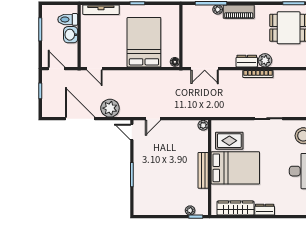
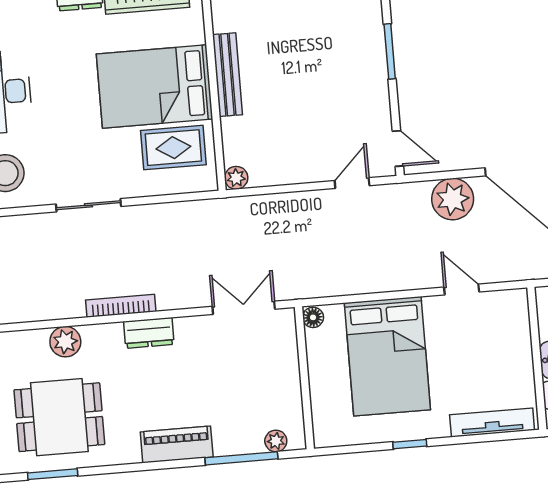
plant: (218, 10) -> (276, 441), moved
plant: (265, 60) -> (65, 342), moved
door: (95, 69) -> (462, 290), moved

